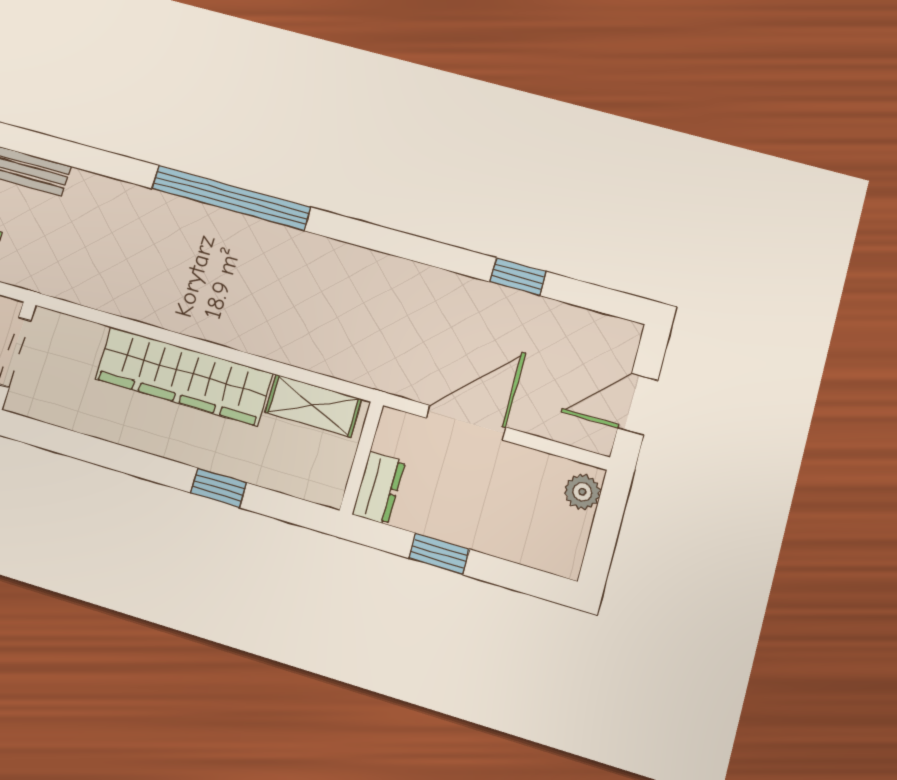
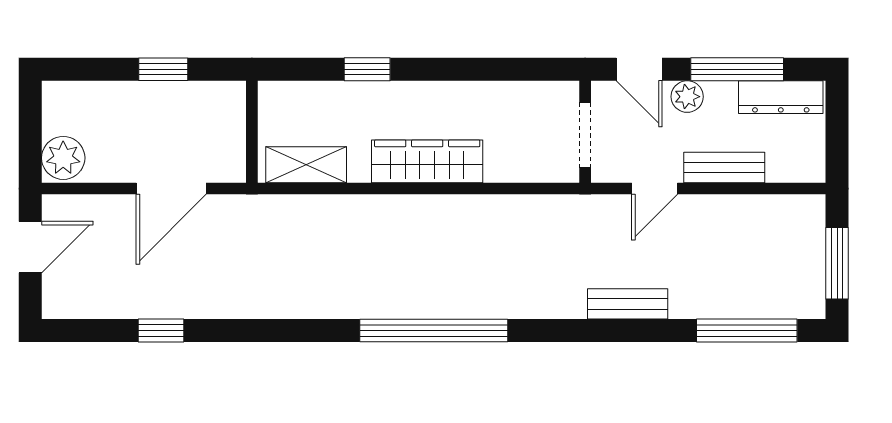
wardrobe: (184, 376) -> (427, 161), width x0.71, depth x0.85
dresser: (379, 488) -> (230, 110), removed
plant: (582, 492) -> (63, 158), width x1.38, depth x1.38

